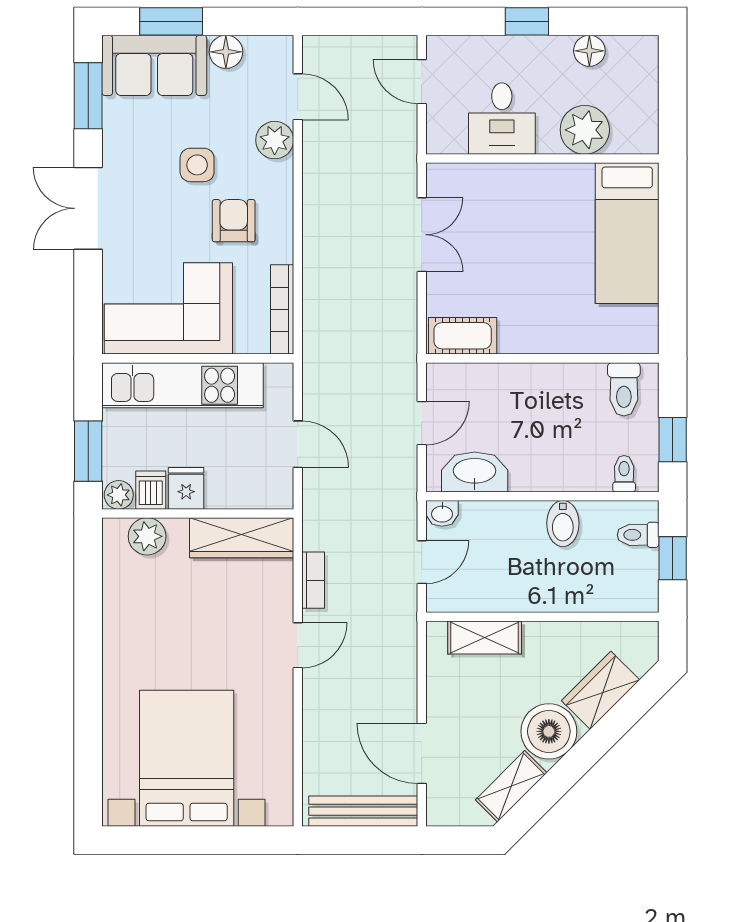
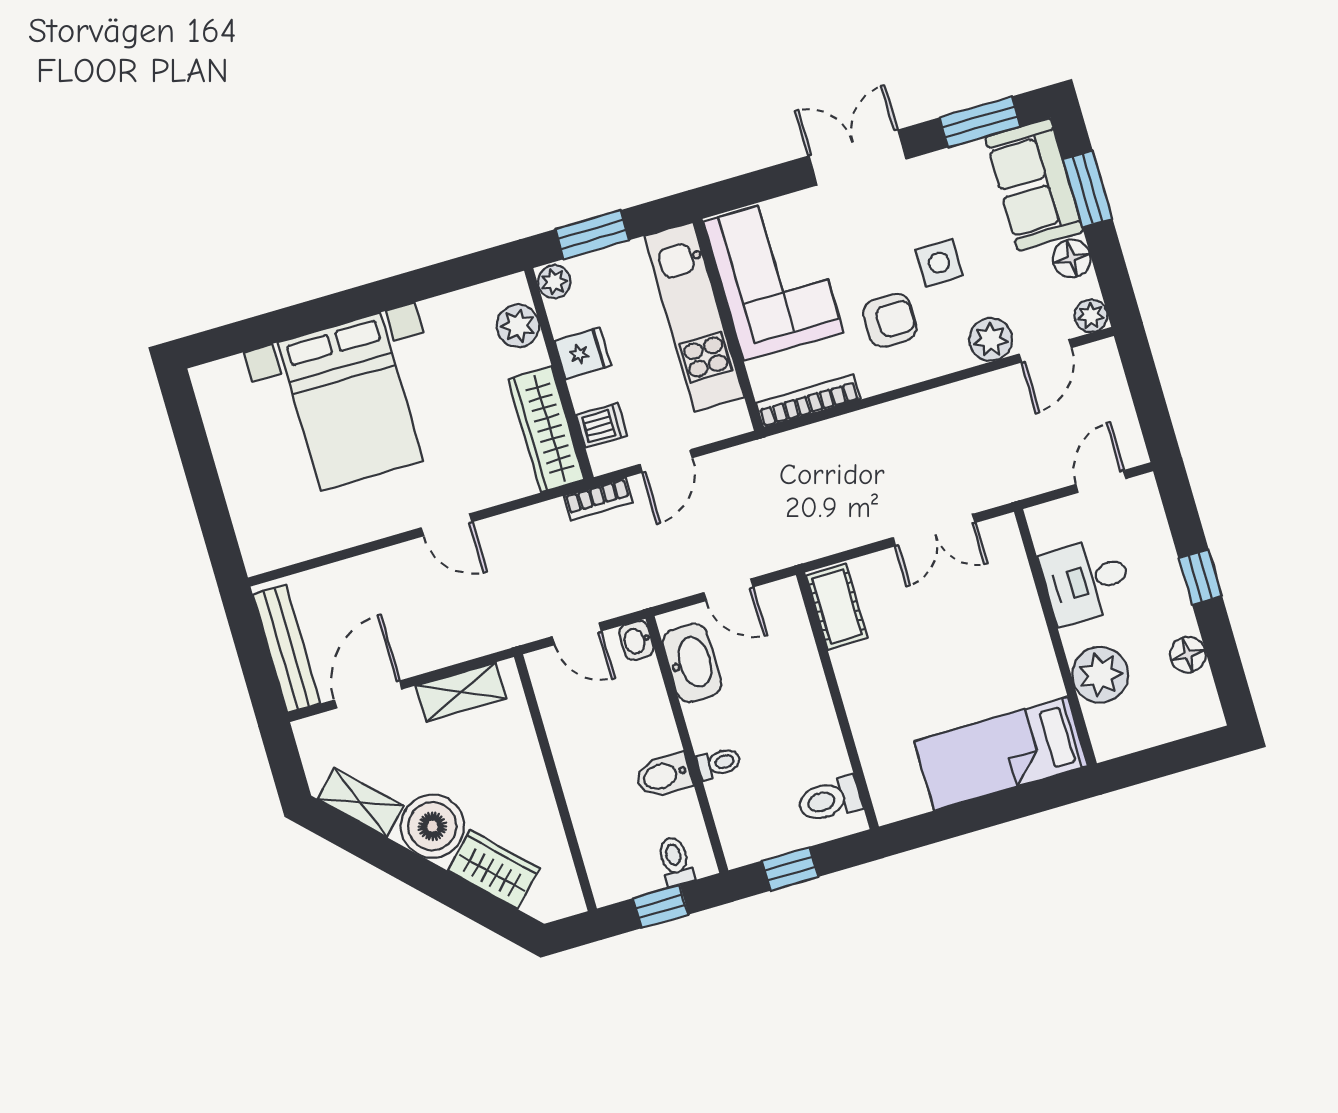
plant: (279, 50) -> (1091, 316), added
toilet: (624, 474) -> (719, 763), moved
dishwasher: (151, 490) -> (602, 425), moved
bookcase: (313, 580) -> (598, 499), moved
shelving: (485, 637) -> (461, 692), moved, turned 90
bed with nightstands: (187, 758) -> (351, 402), moved, turned 90

